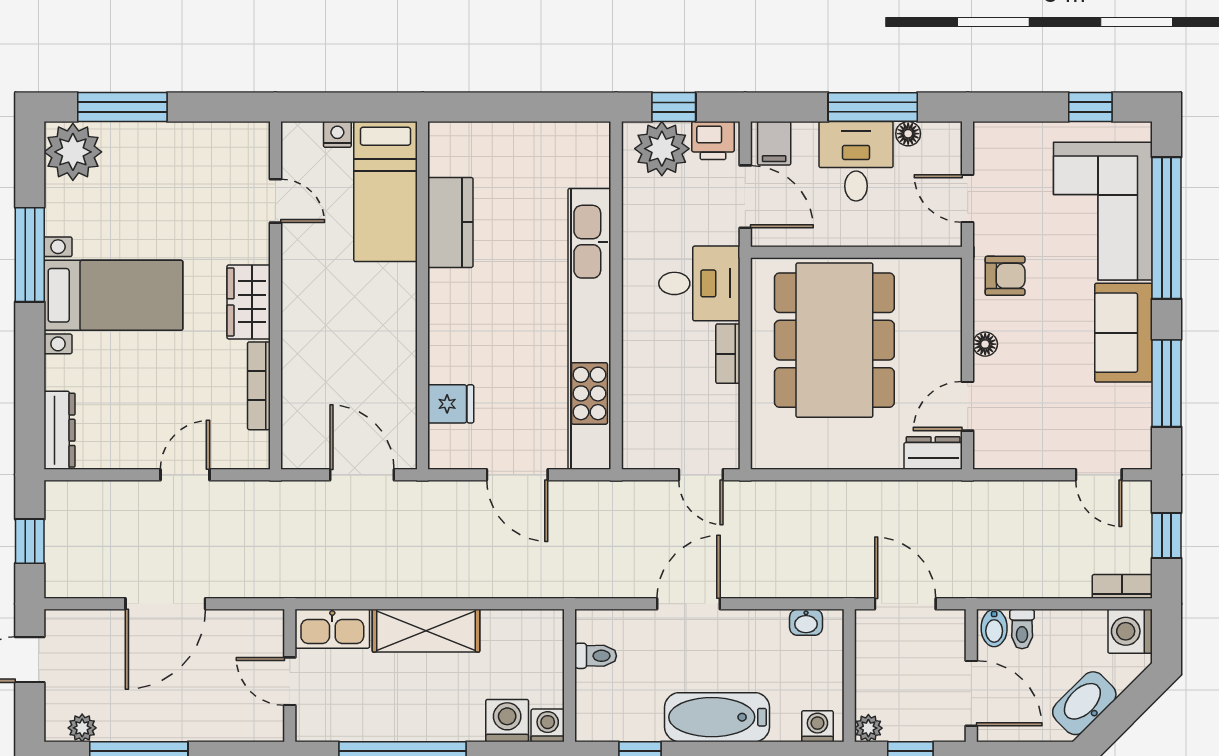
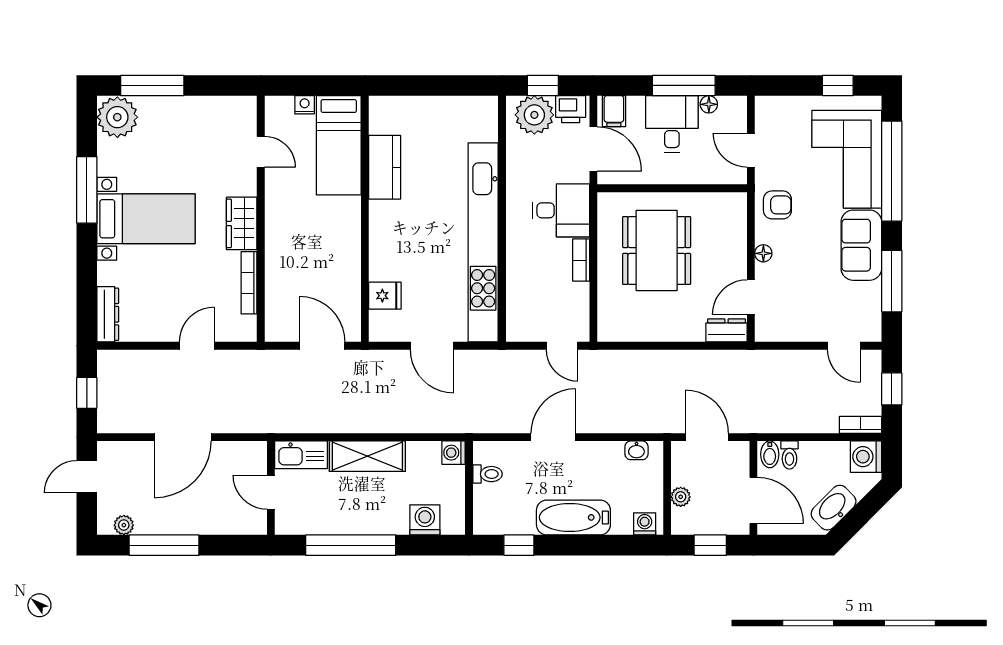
dining table: (834, 340) -> (657, 250), width x0.73, depth x0.80
washing machine: (548, 725) -> (454, 453), moved, turned -90
plant: (868, 728) -> (681, 497), moved

